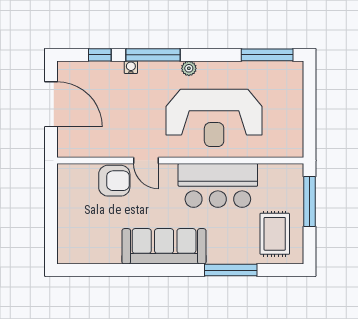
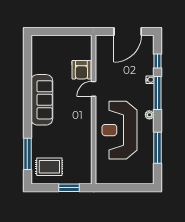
window: (267, 55) -> (158, 148), moved
bar counter: (218, 185) -> (79, 132), removed
window: (310, 201) -> (69, 188), width x0.69
window: (231, 270) -> (27, 154), moved

